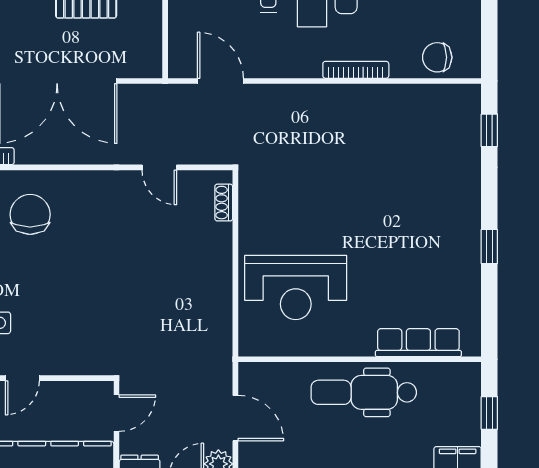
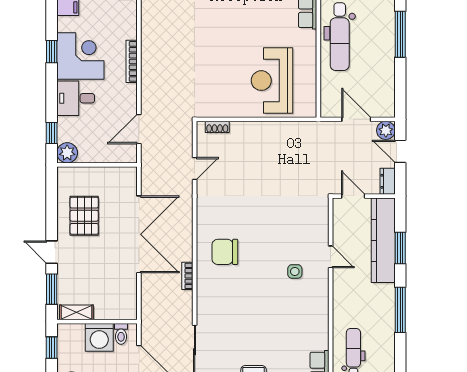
bookcase: (356, 70) -> (132, 61), moved
reception desk: (296, 287) -> (272, 81), turned 180
door: (235, 418) -> (356, 119), hinge flipped

